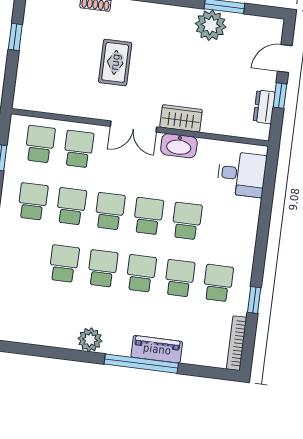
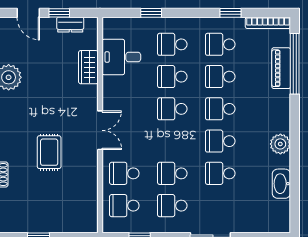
rug: (115, 62) -> (49, 152), turned 90
wardrobe: (181, 118) -> (88, 67), moved
washbasin: (179, 146) -> (281, 184), moved, turned 180
desk: (242, 174) -> (121, 57), moved, turned -90
window: (266, 205) -> (151, 13), added
school desk: (110, 211) -> (172, 44), moved
piano: (157, 349) -> (281, 68), moved
window: (141, 364) -> (295, 64), moved

